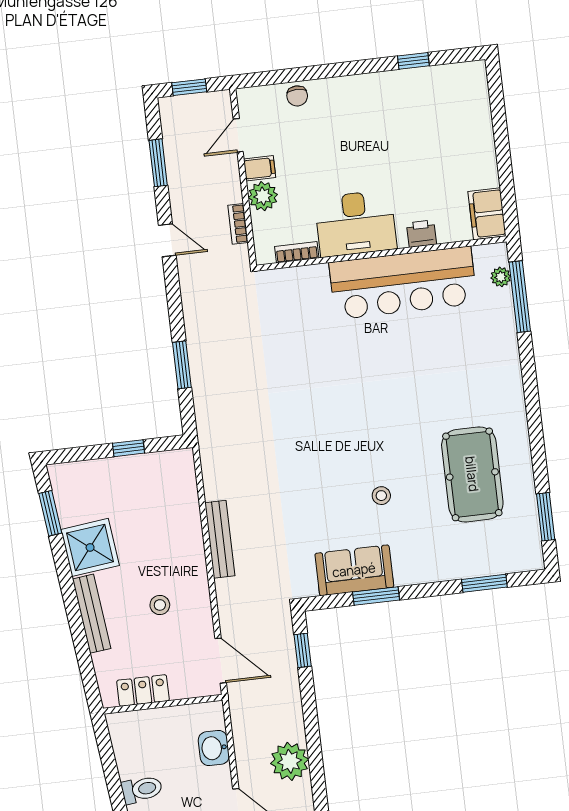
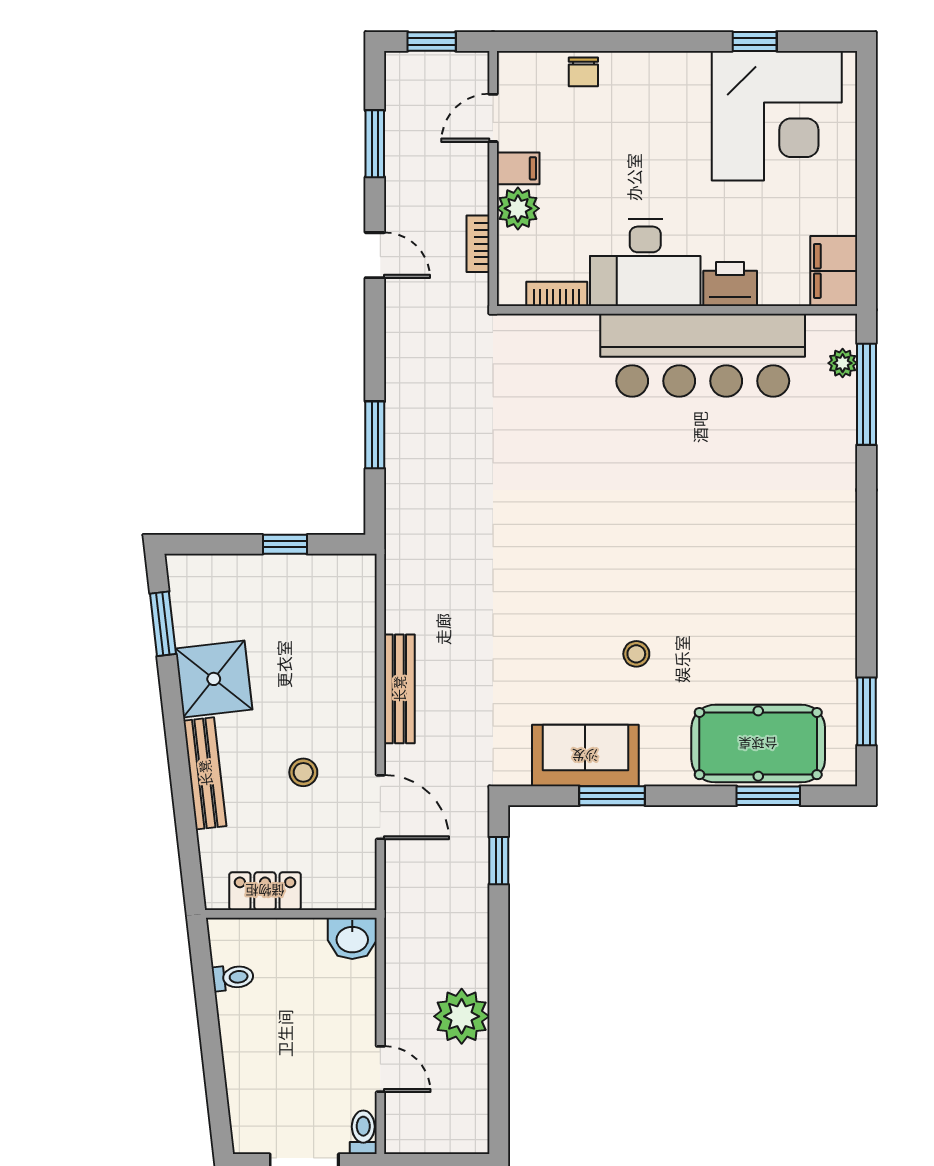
corner desk: (435, 111) -> (777, 116), added
printer: (421, 234) -> (730, 284), width x1.36, depth x1.24
pool table: (472, 474) -> (758, 744), moved, turned 90
door: (221, 661) -> (380, 807), moved
washbasin: (214, 748) -> (352, 938), moved, turned -90
toilet: (142, 789) -> (233, 977), moved, width x0.73, depth x0.72

